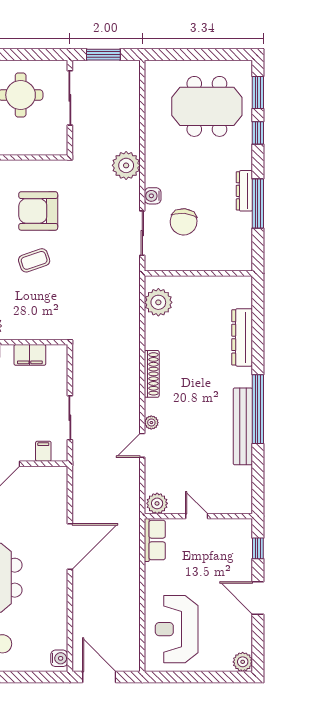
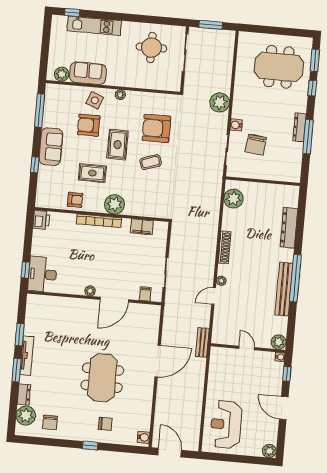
plant: (157, 503) -> (279, 342), moved
bench: (132, 514) -> (202, 342), added
water cooler: (246, 525) -> (280, 357), added
row of seats: (155, 540) -> (216, 362), removed

